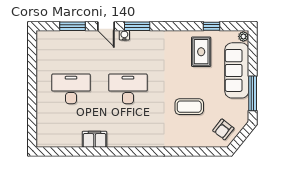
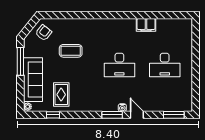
window: (73, 26) -> (174, 115), moved

